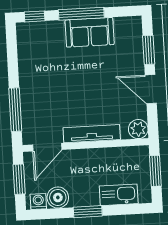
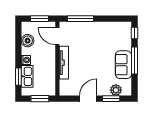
plant: (138, 129) -> (116, 90), moved
washing machine: (38, 202) -> (26, 60), moved
window: (88, 212) -> (18, 77), moved

